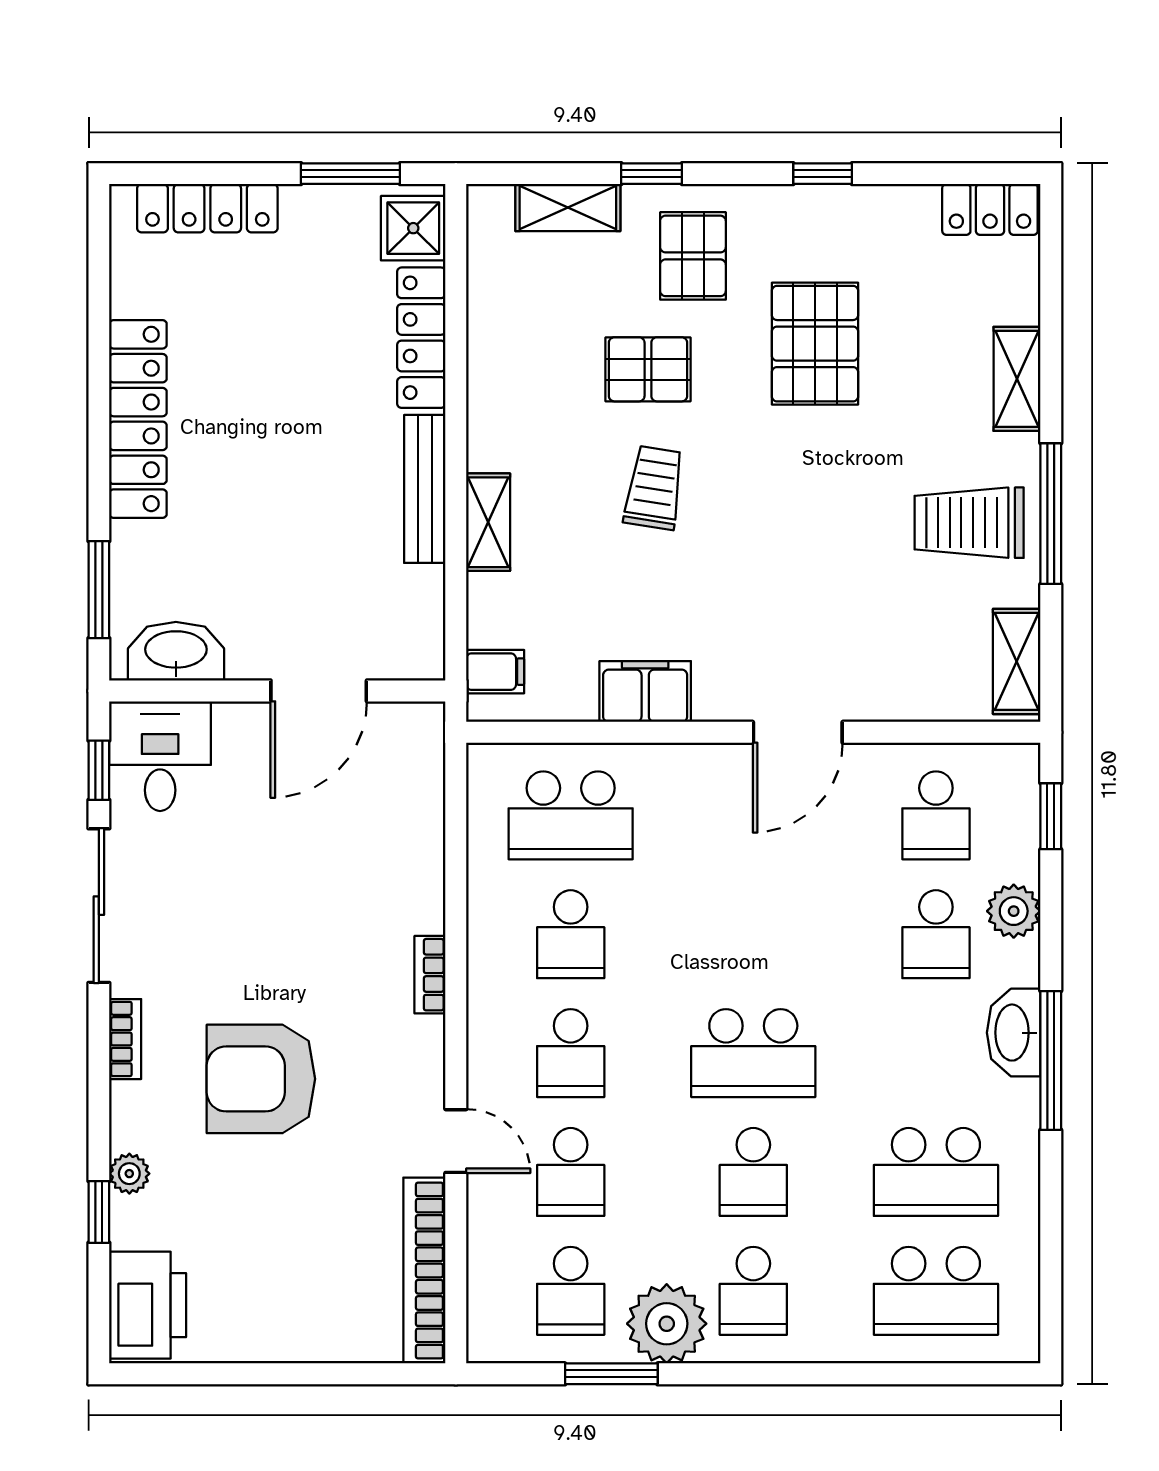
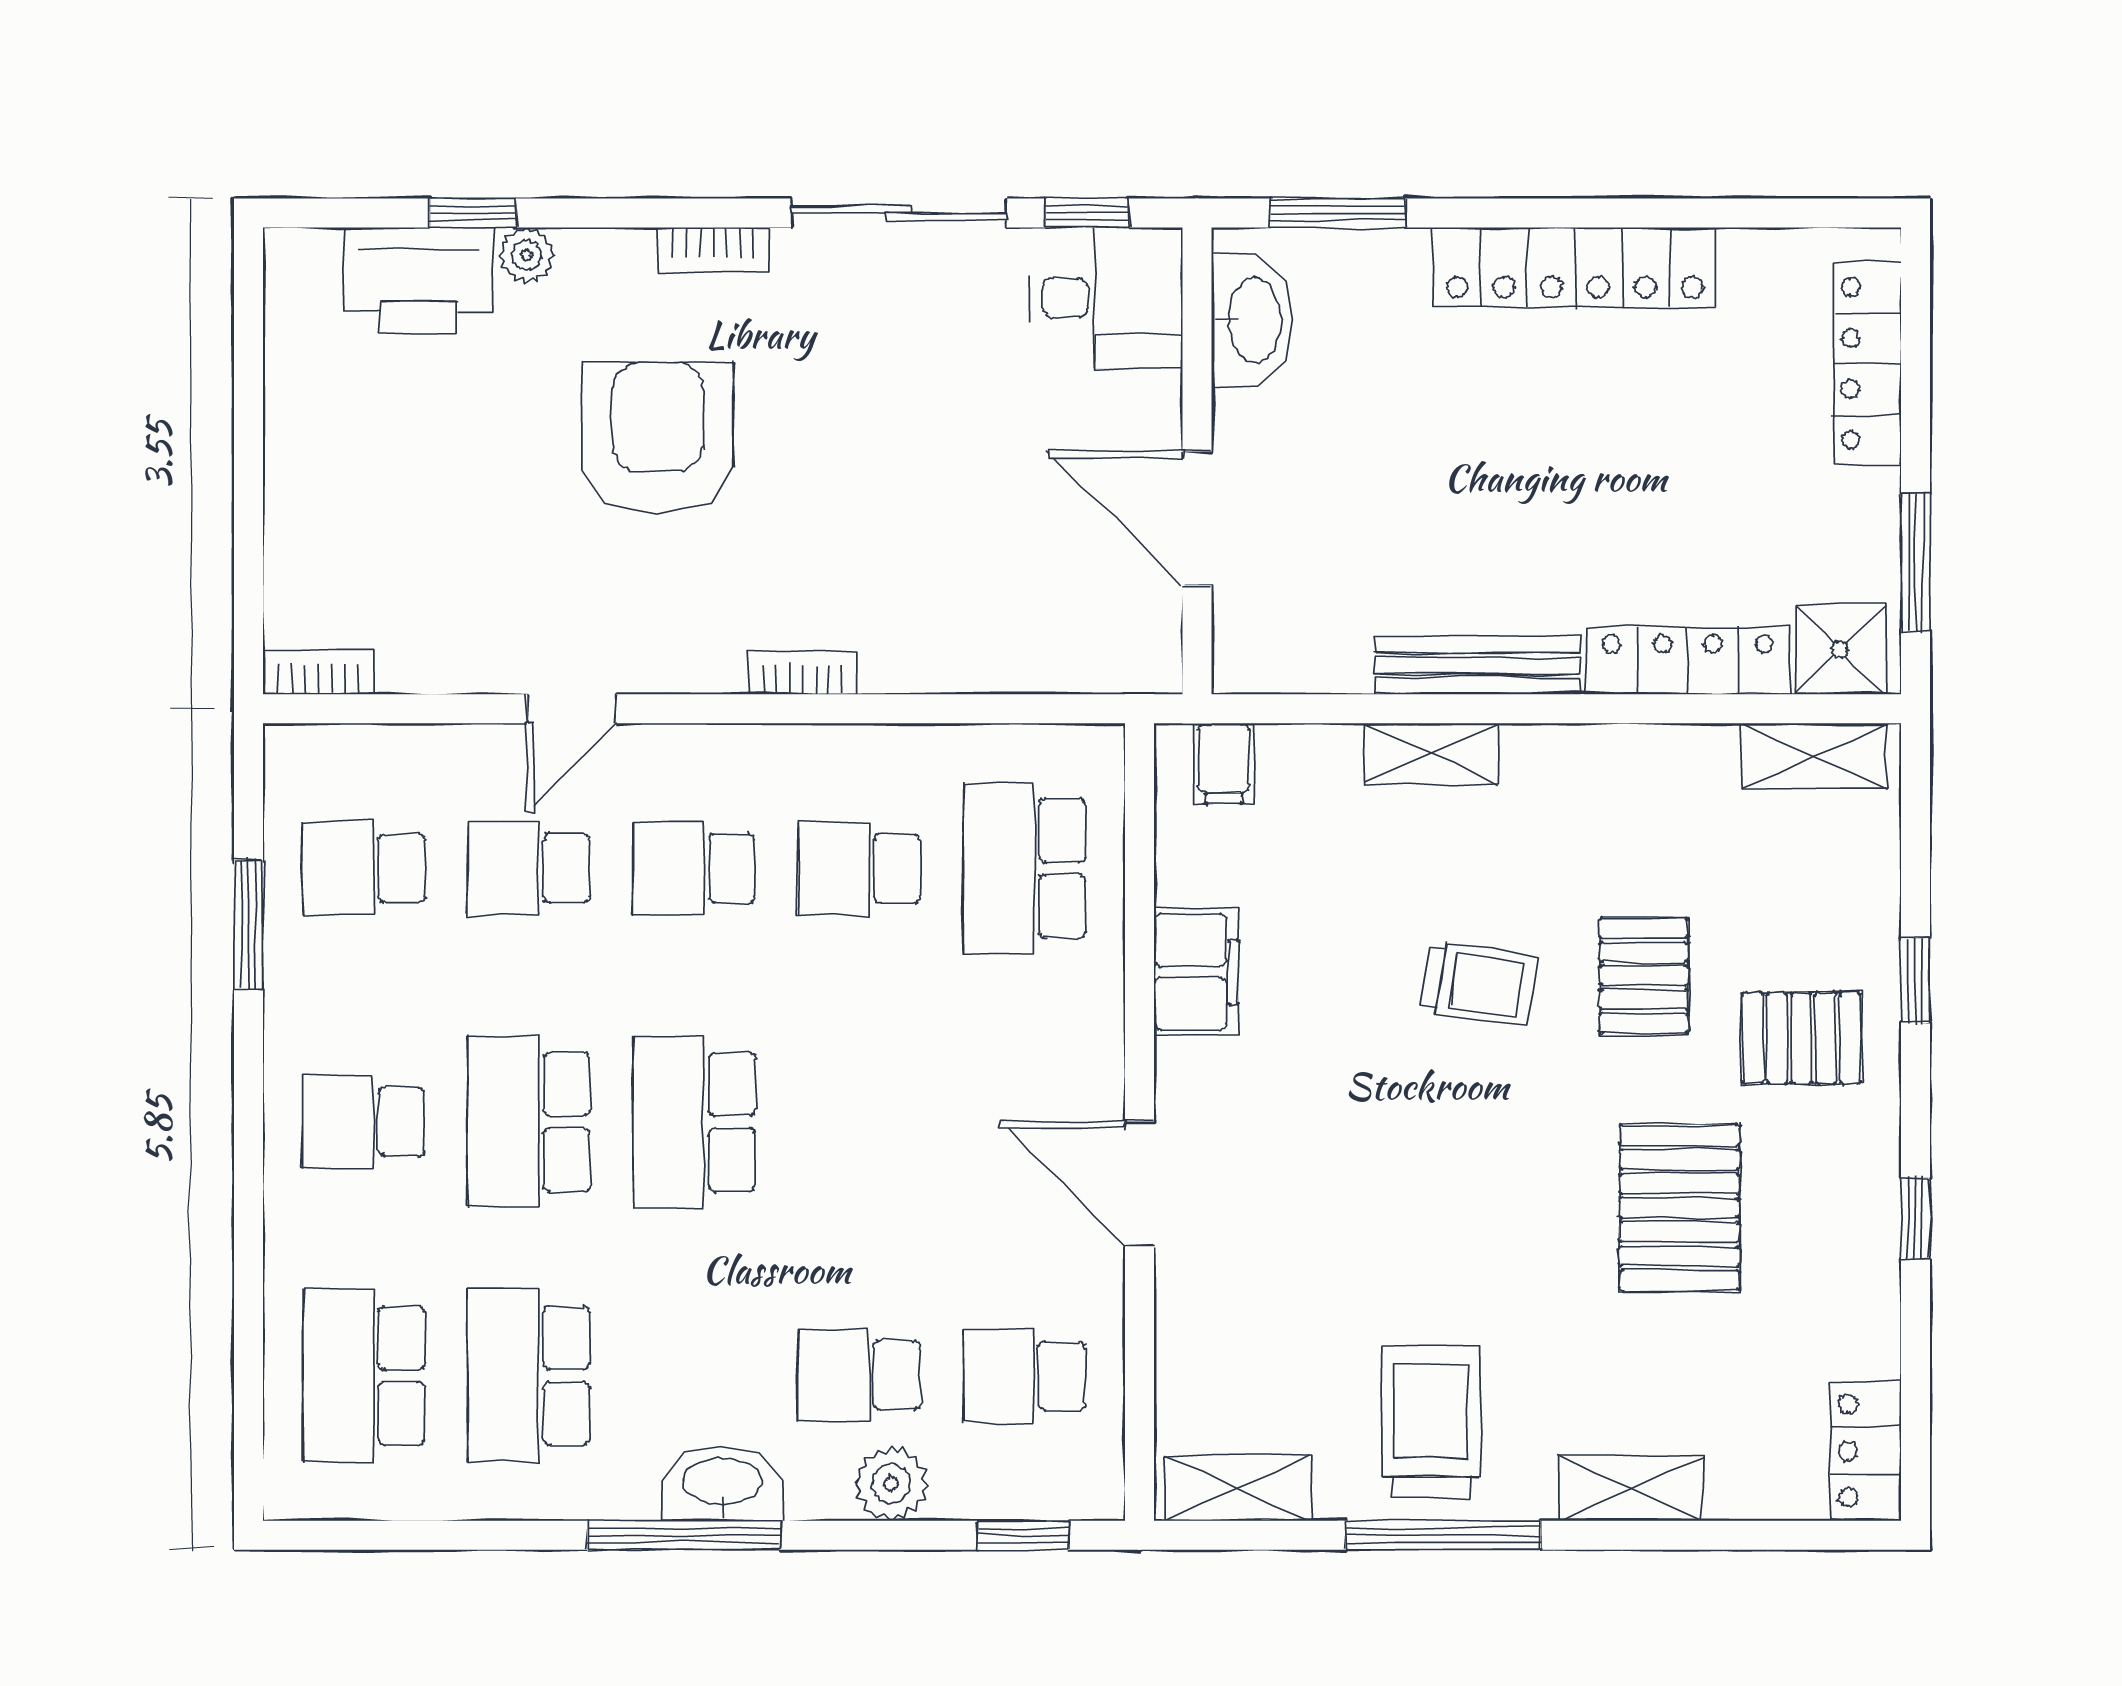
shelving: (568, 208) -> (1815, 756), moved, turned 90
pallet: (815, 344) -> (1679, 1208), turned 90
school desk: (753, 1172) -> (529, 1122), width x1.85
bookcase: (424, 1271) -> (319, 672), width x0.43, depth x0.76
printer: (148, 1305) -> (419, 281), moved
plant: (667, 1324) -> (318, 1002), removed

